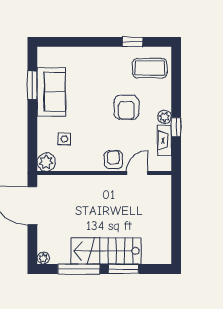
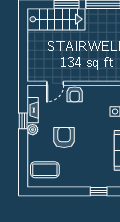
window: (133, 42) -> (99, 191), moved
stairs: (106, 251) -> (56, 19), moved

